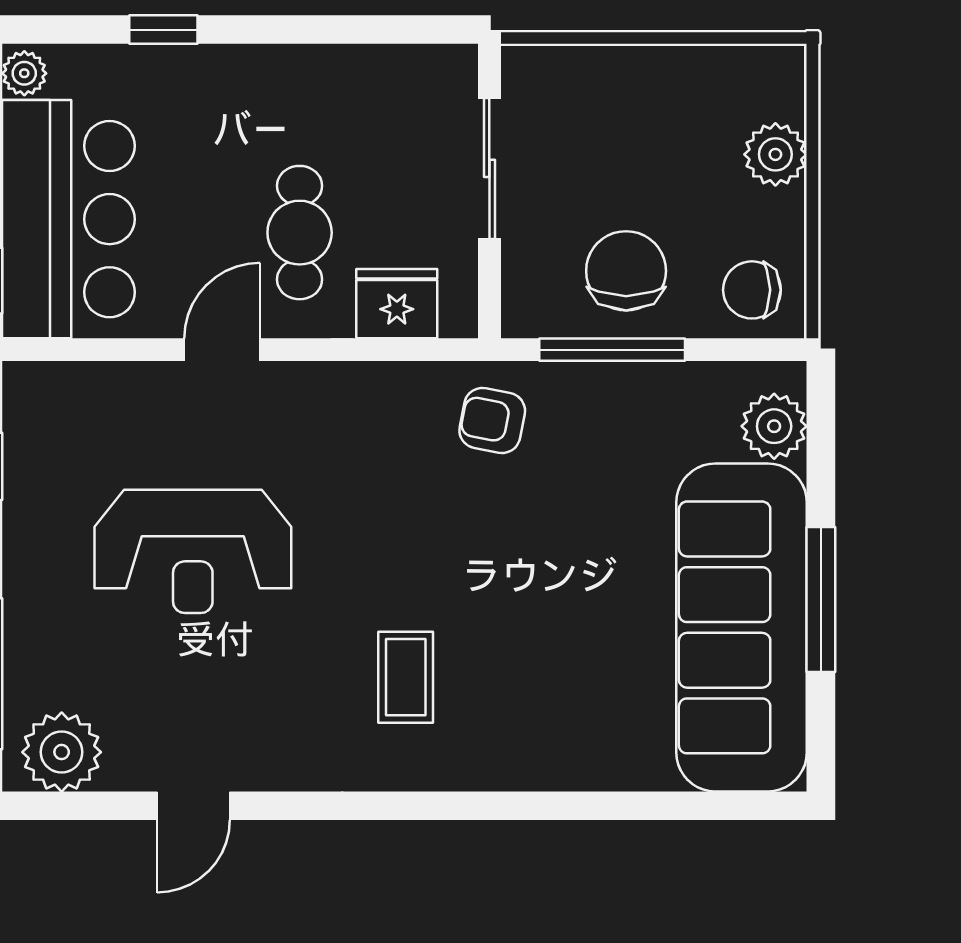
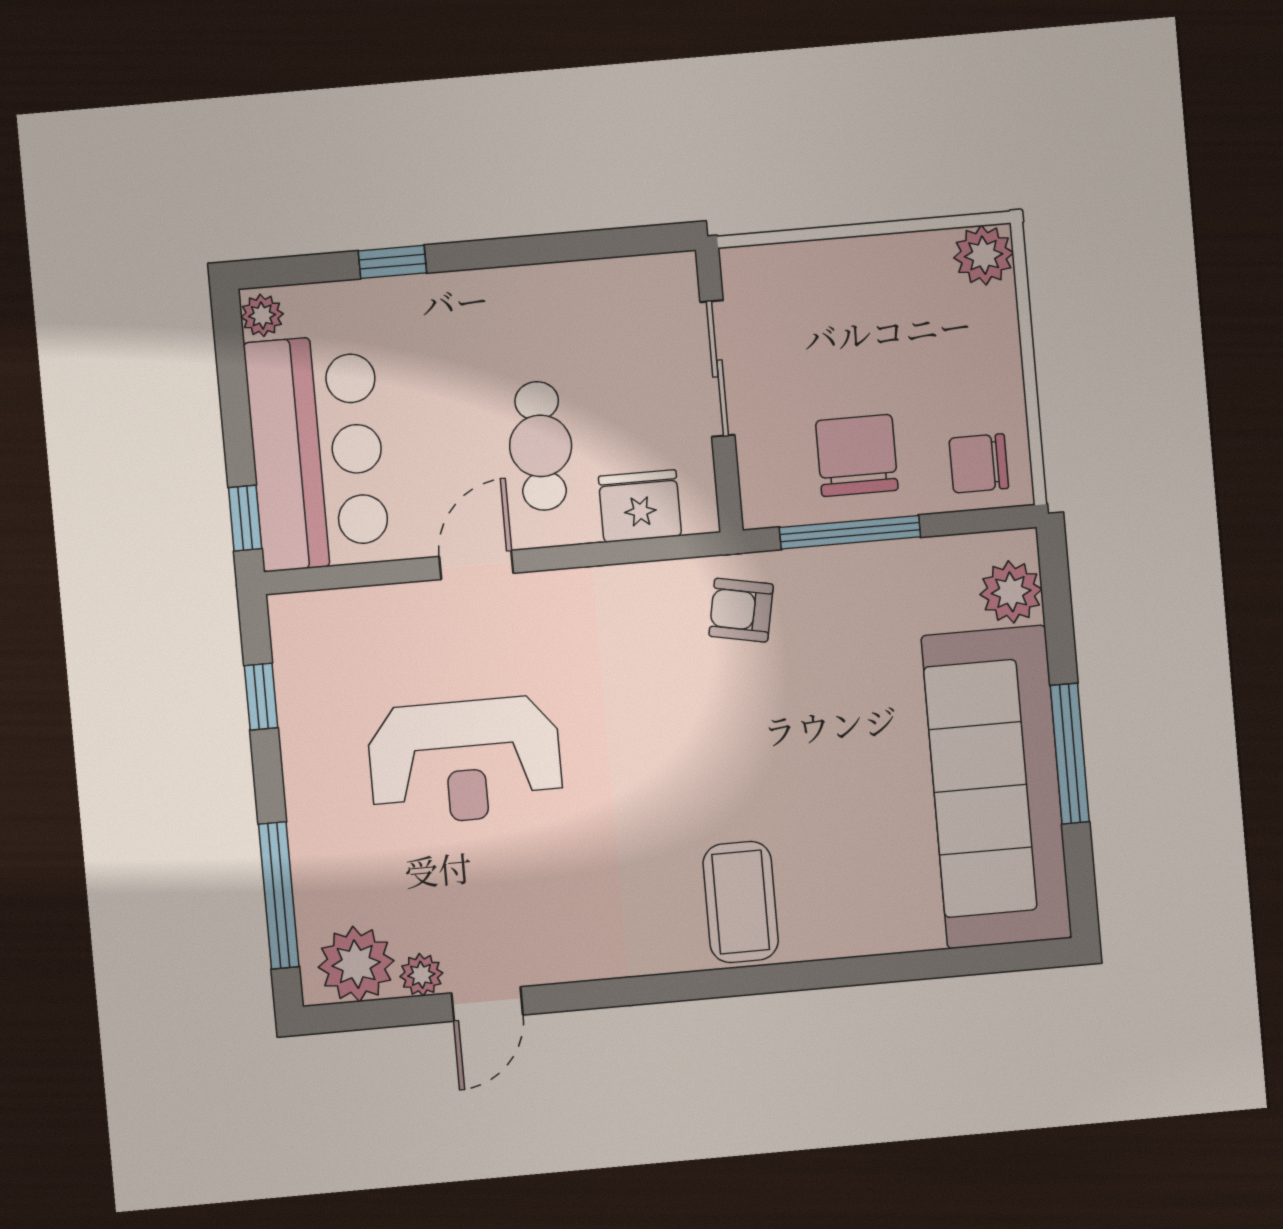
plant: (775, 154) -> (984, 255), moved
coffee table: (406, 677) -> (741, 902), moved, width x1.36, depth x1.30
plant: (128, 769) -> (421, 975), added

